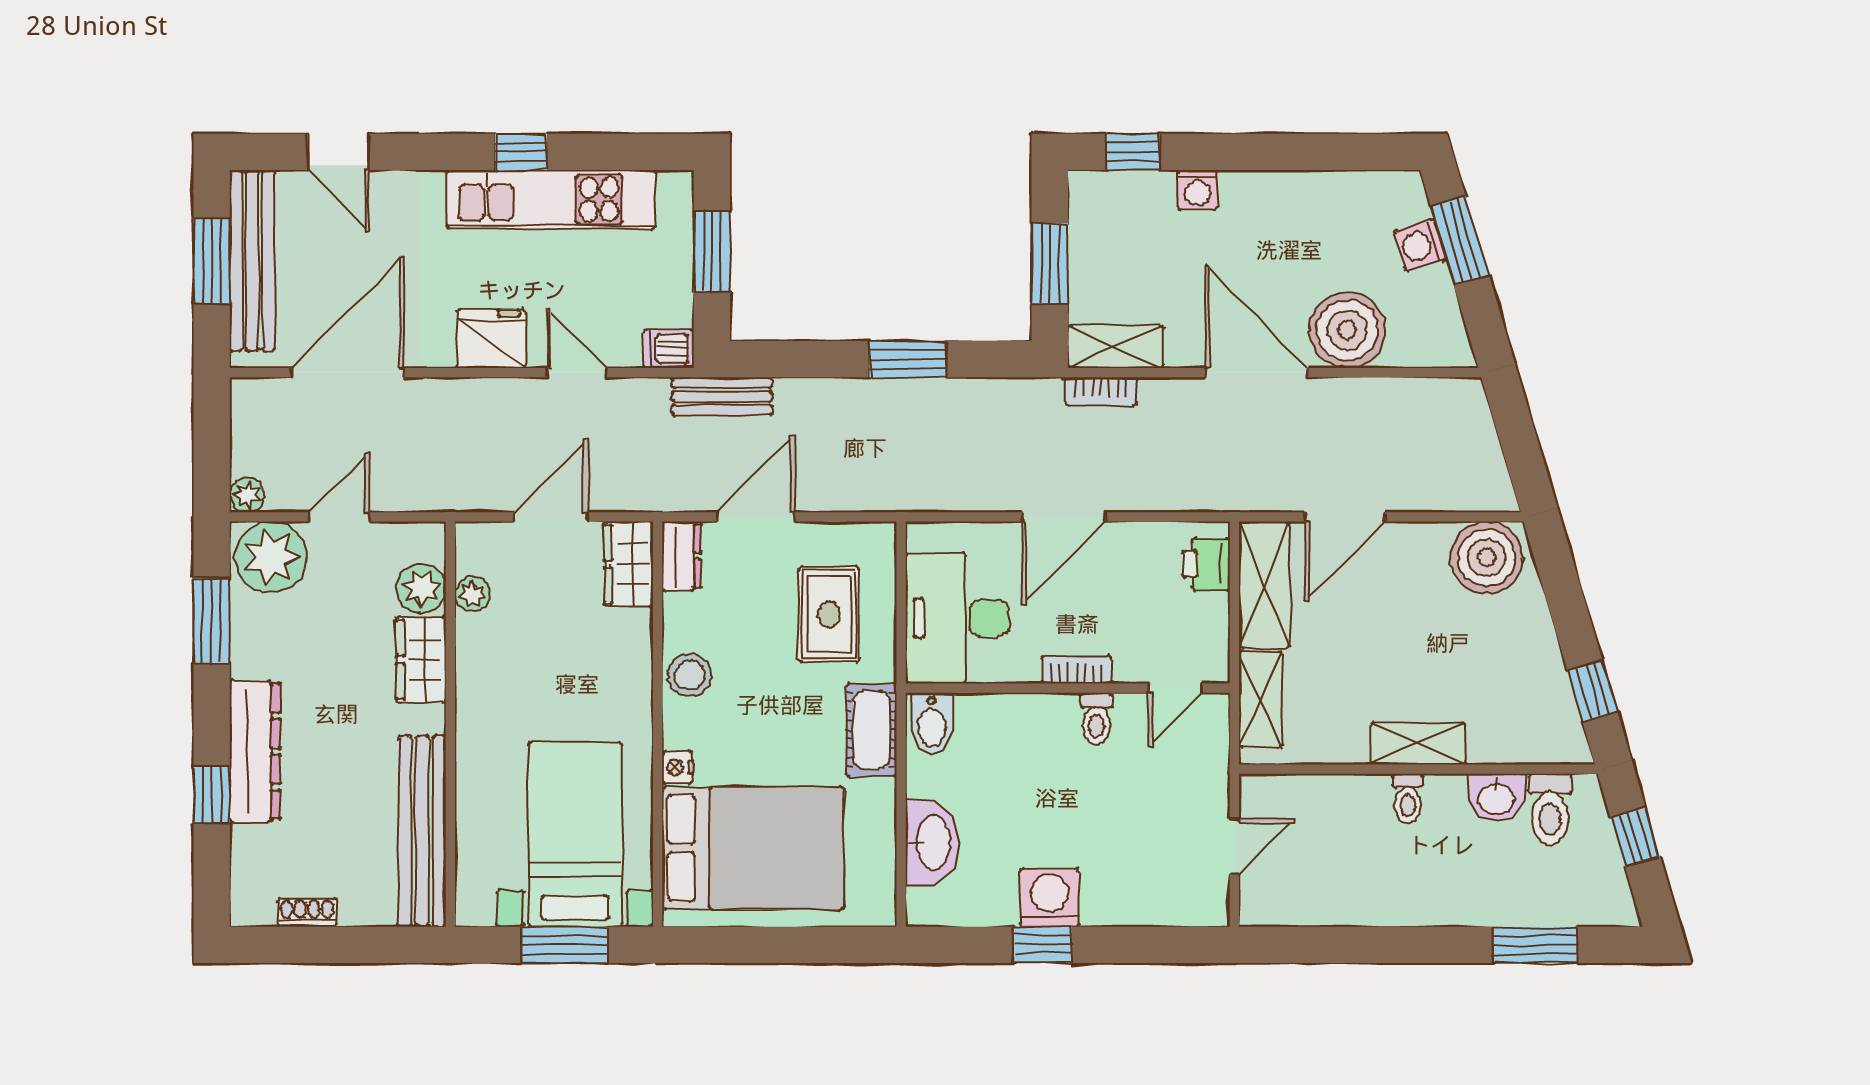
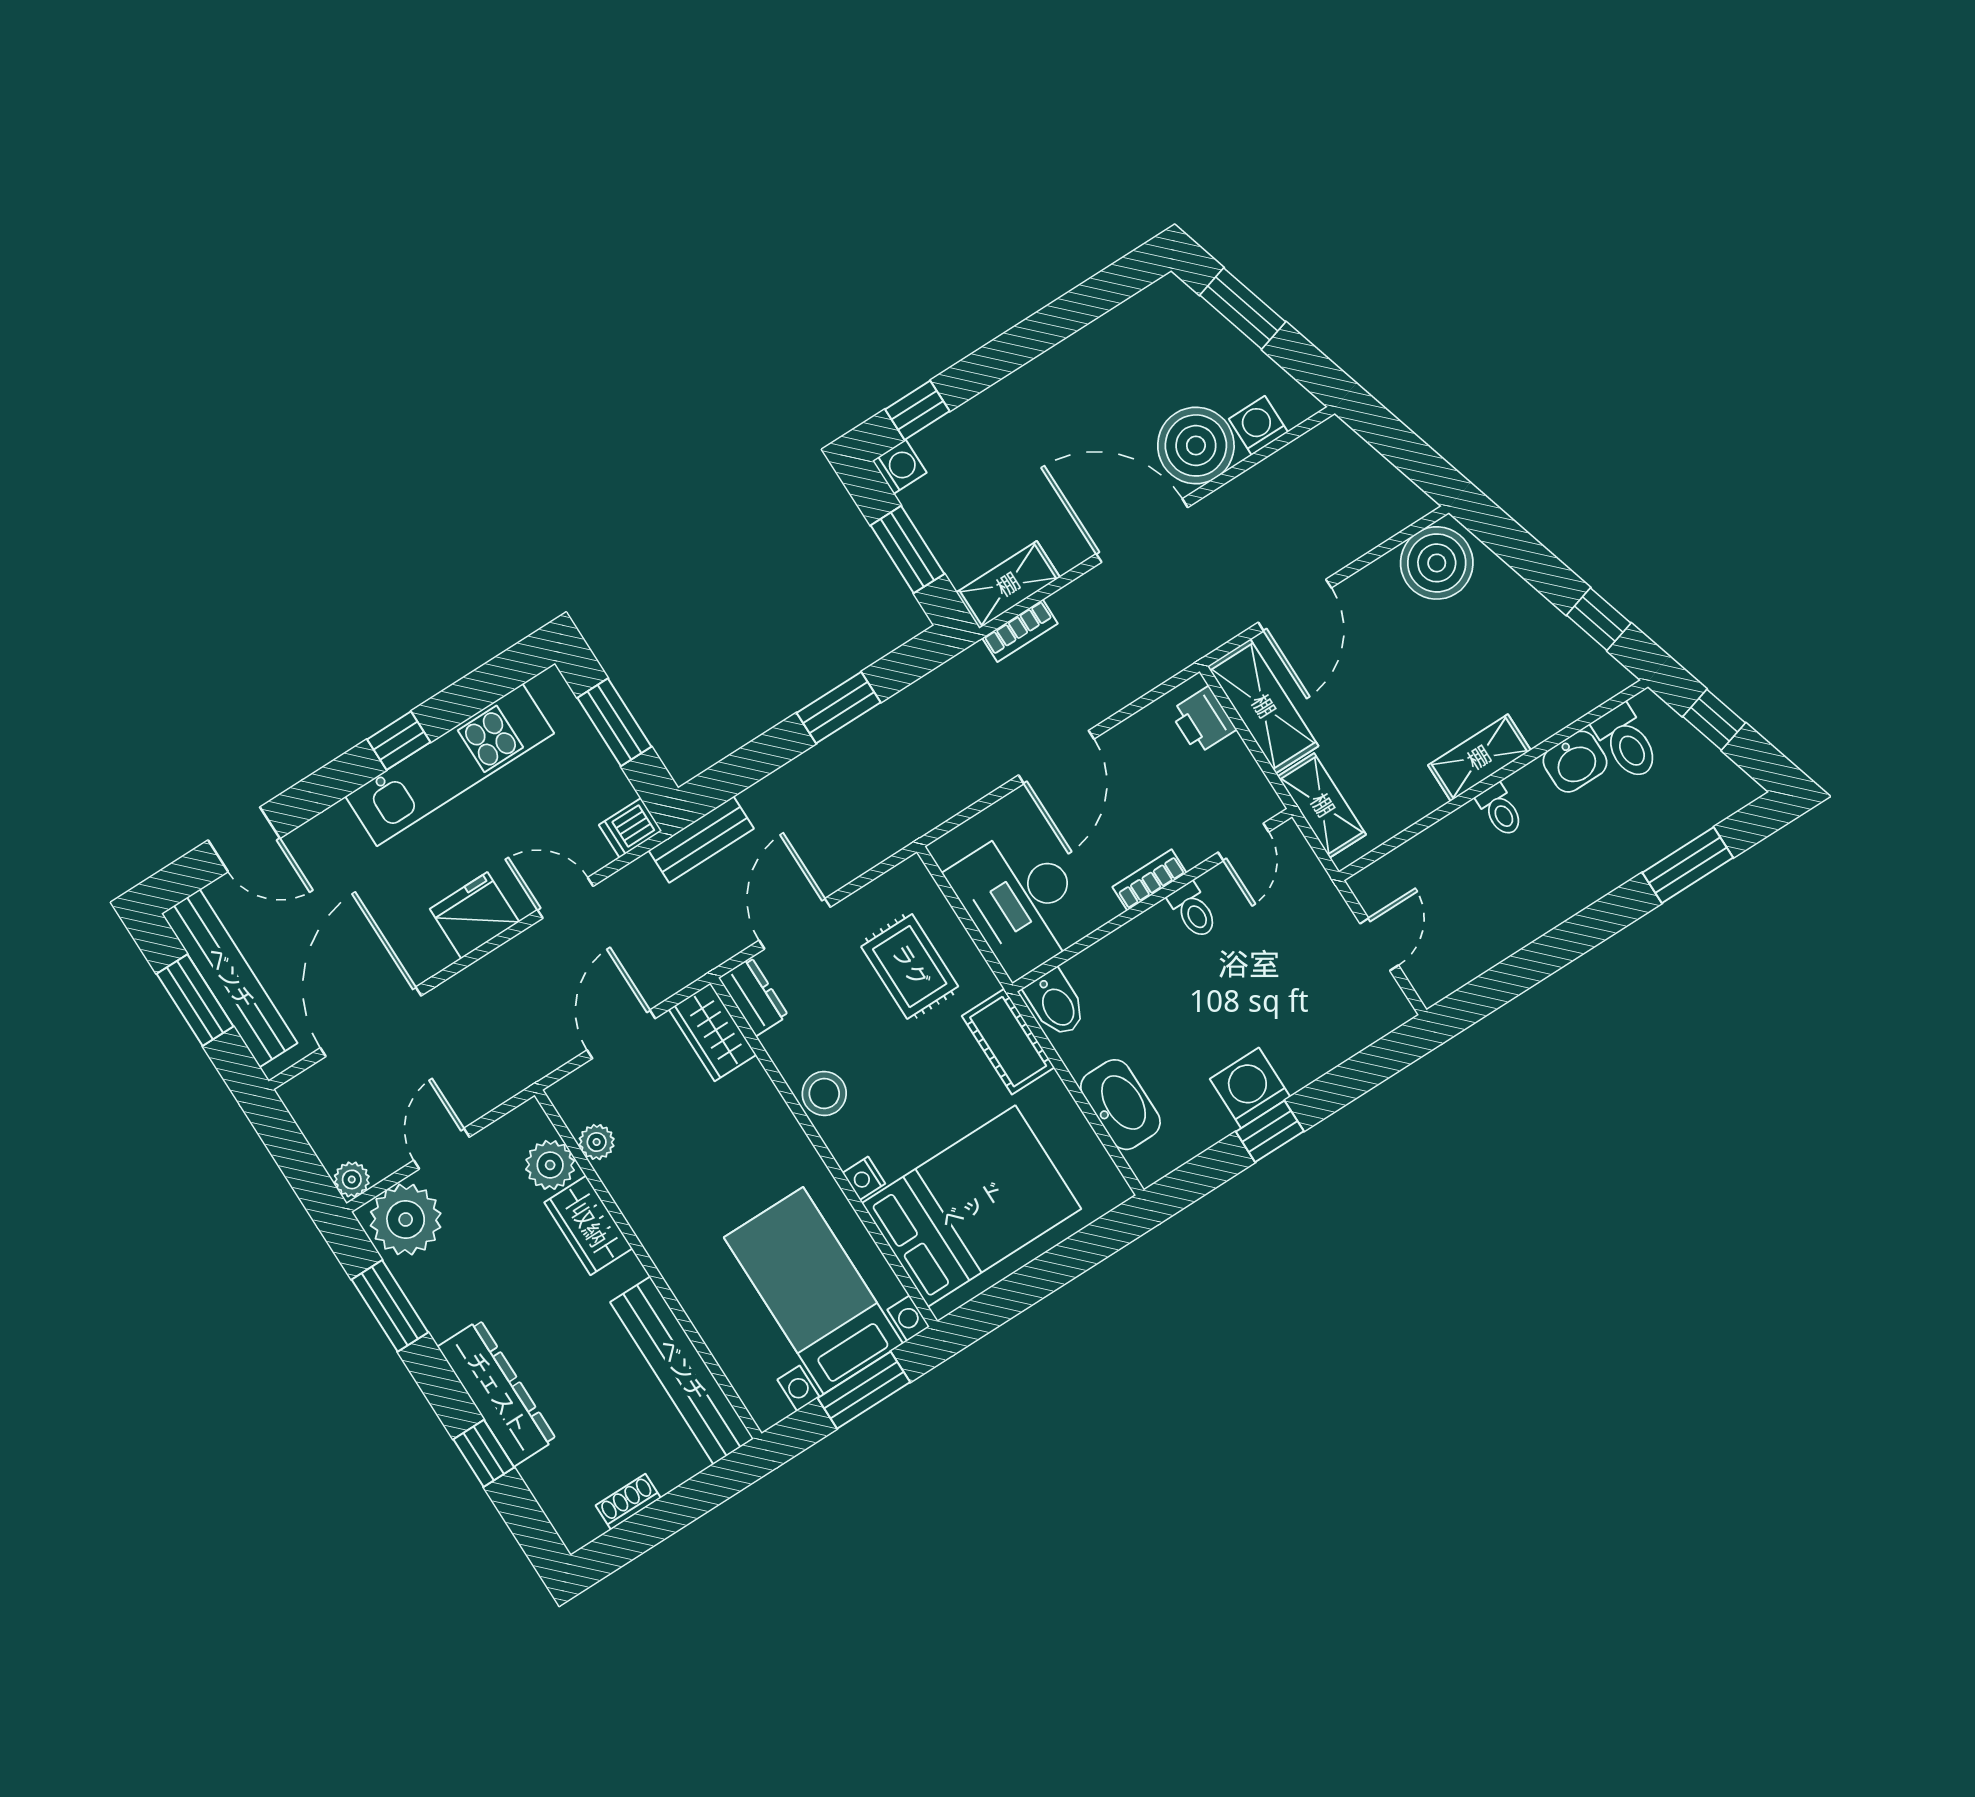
washing machine: (1197, 190) -> (900, 467), moved, turned -90
washing machine: (1420, 245) -> (1258, 425), moved, turned 106

